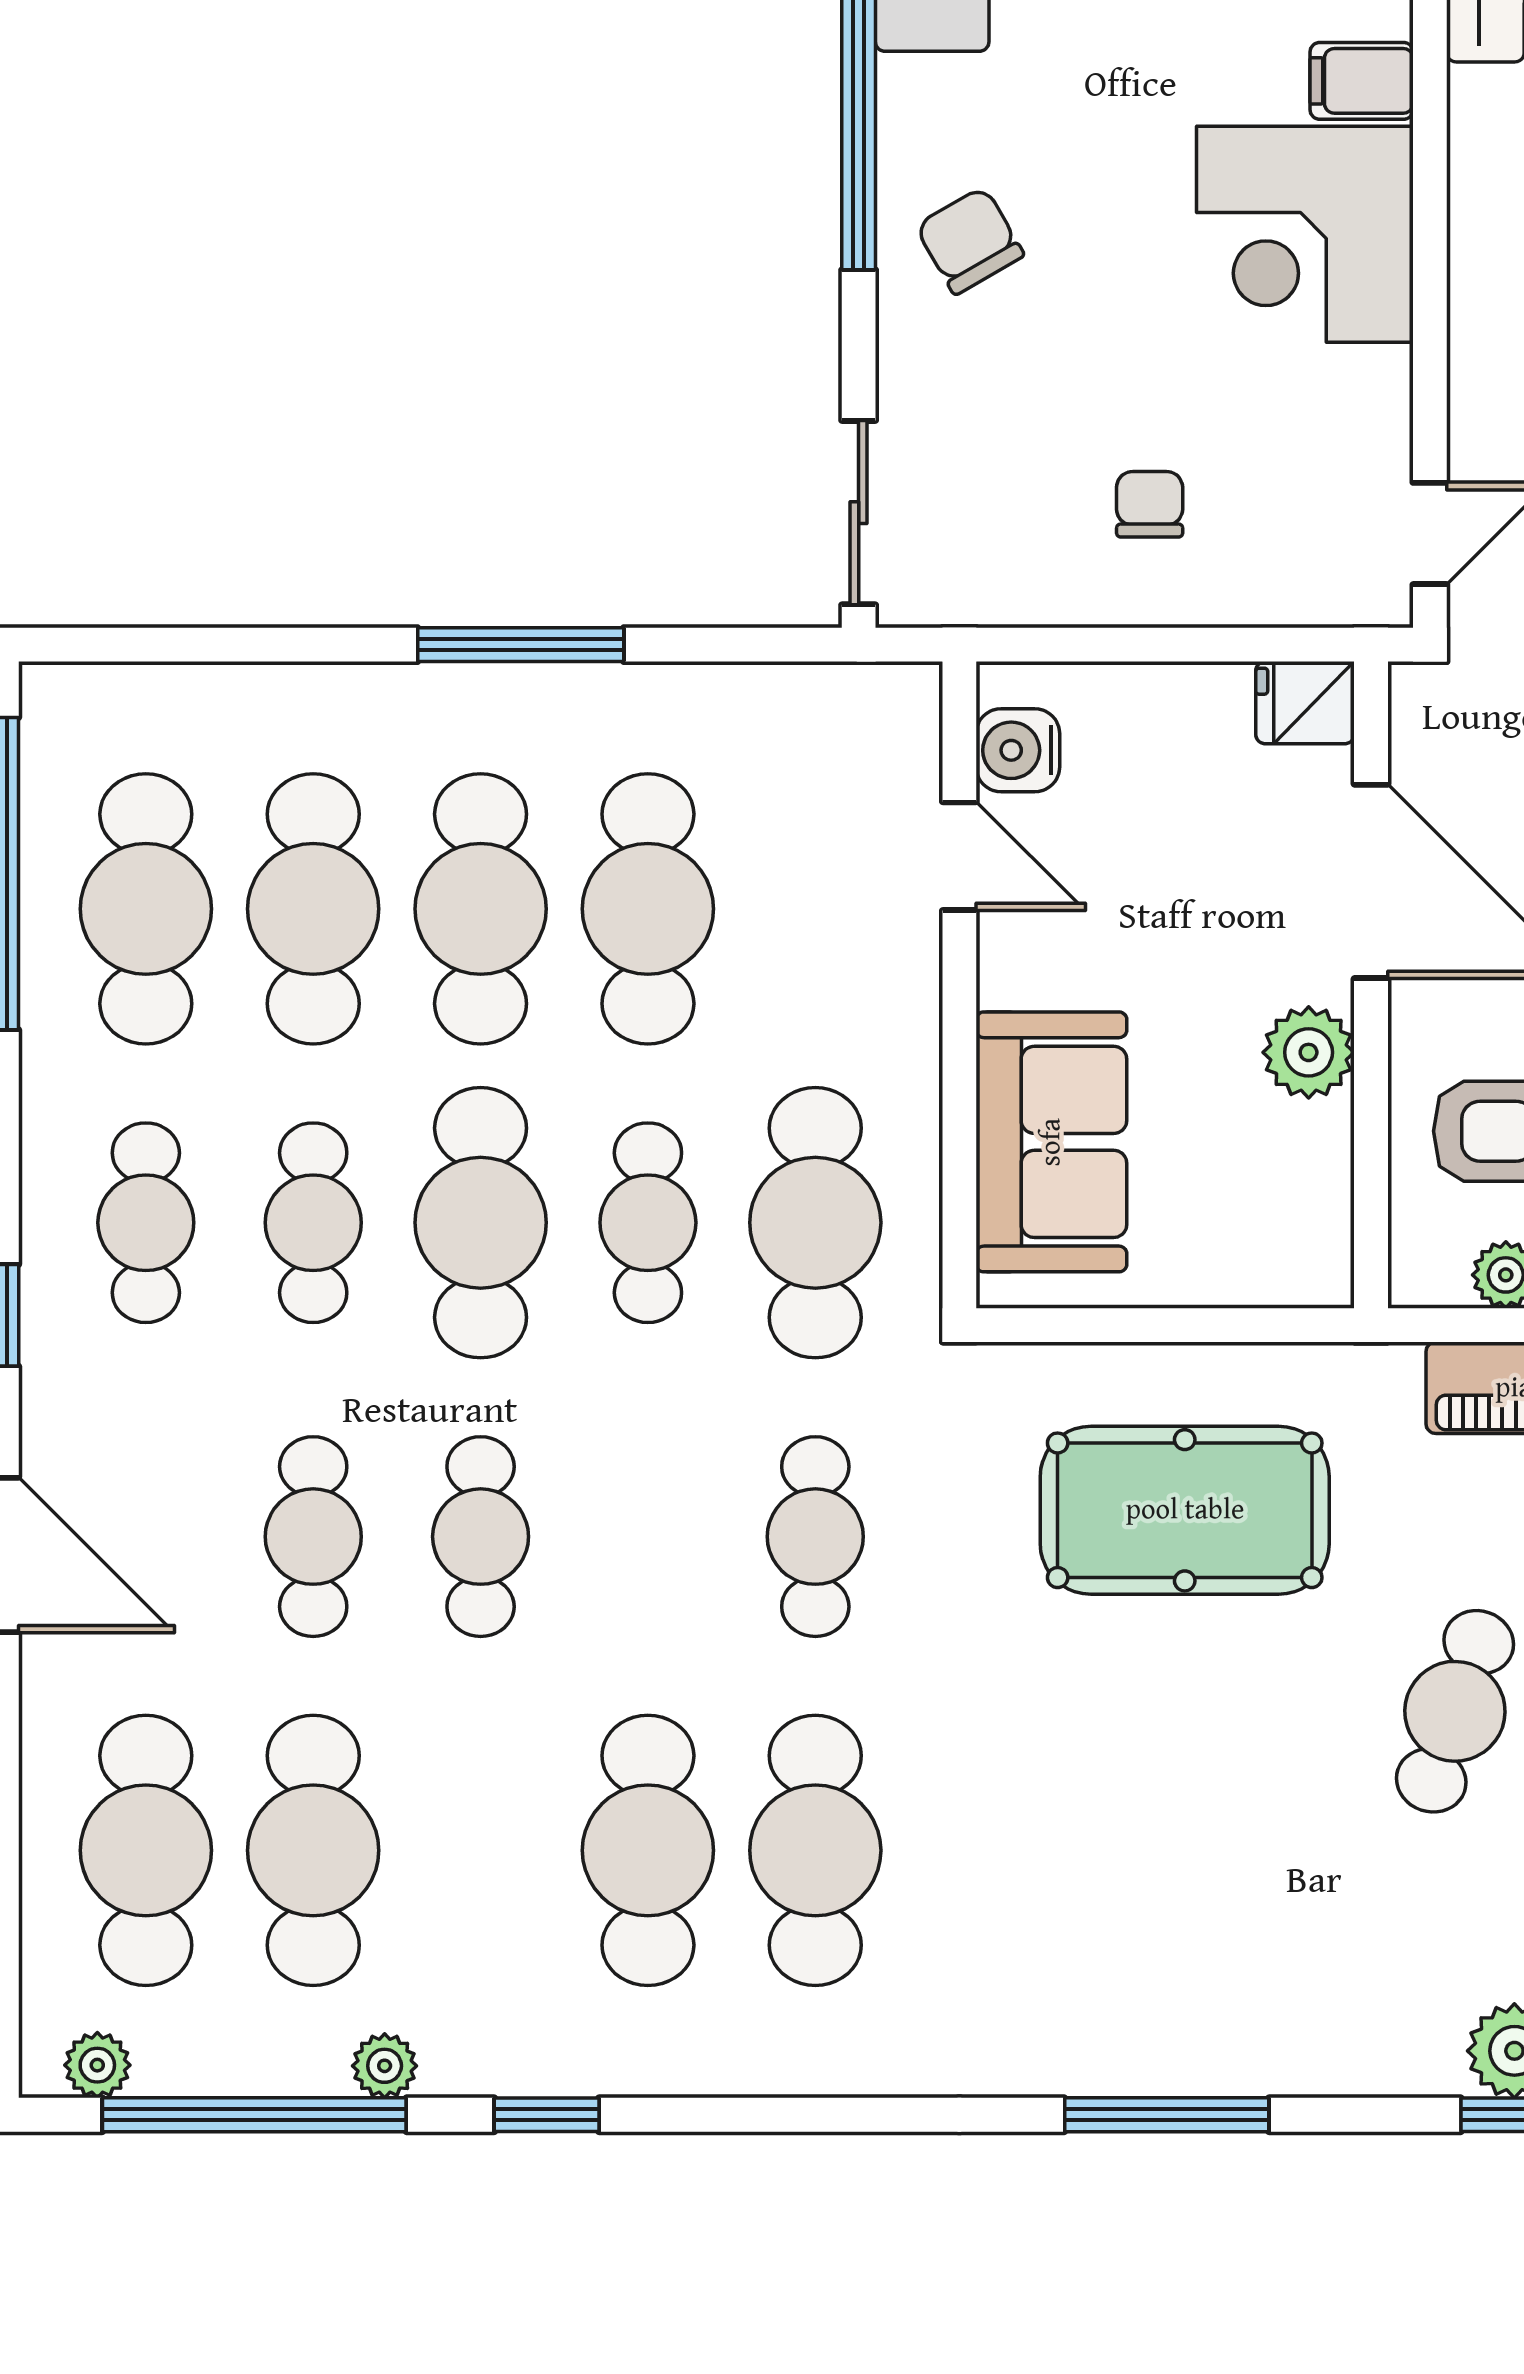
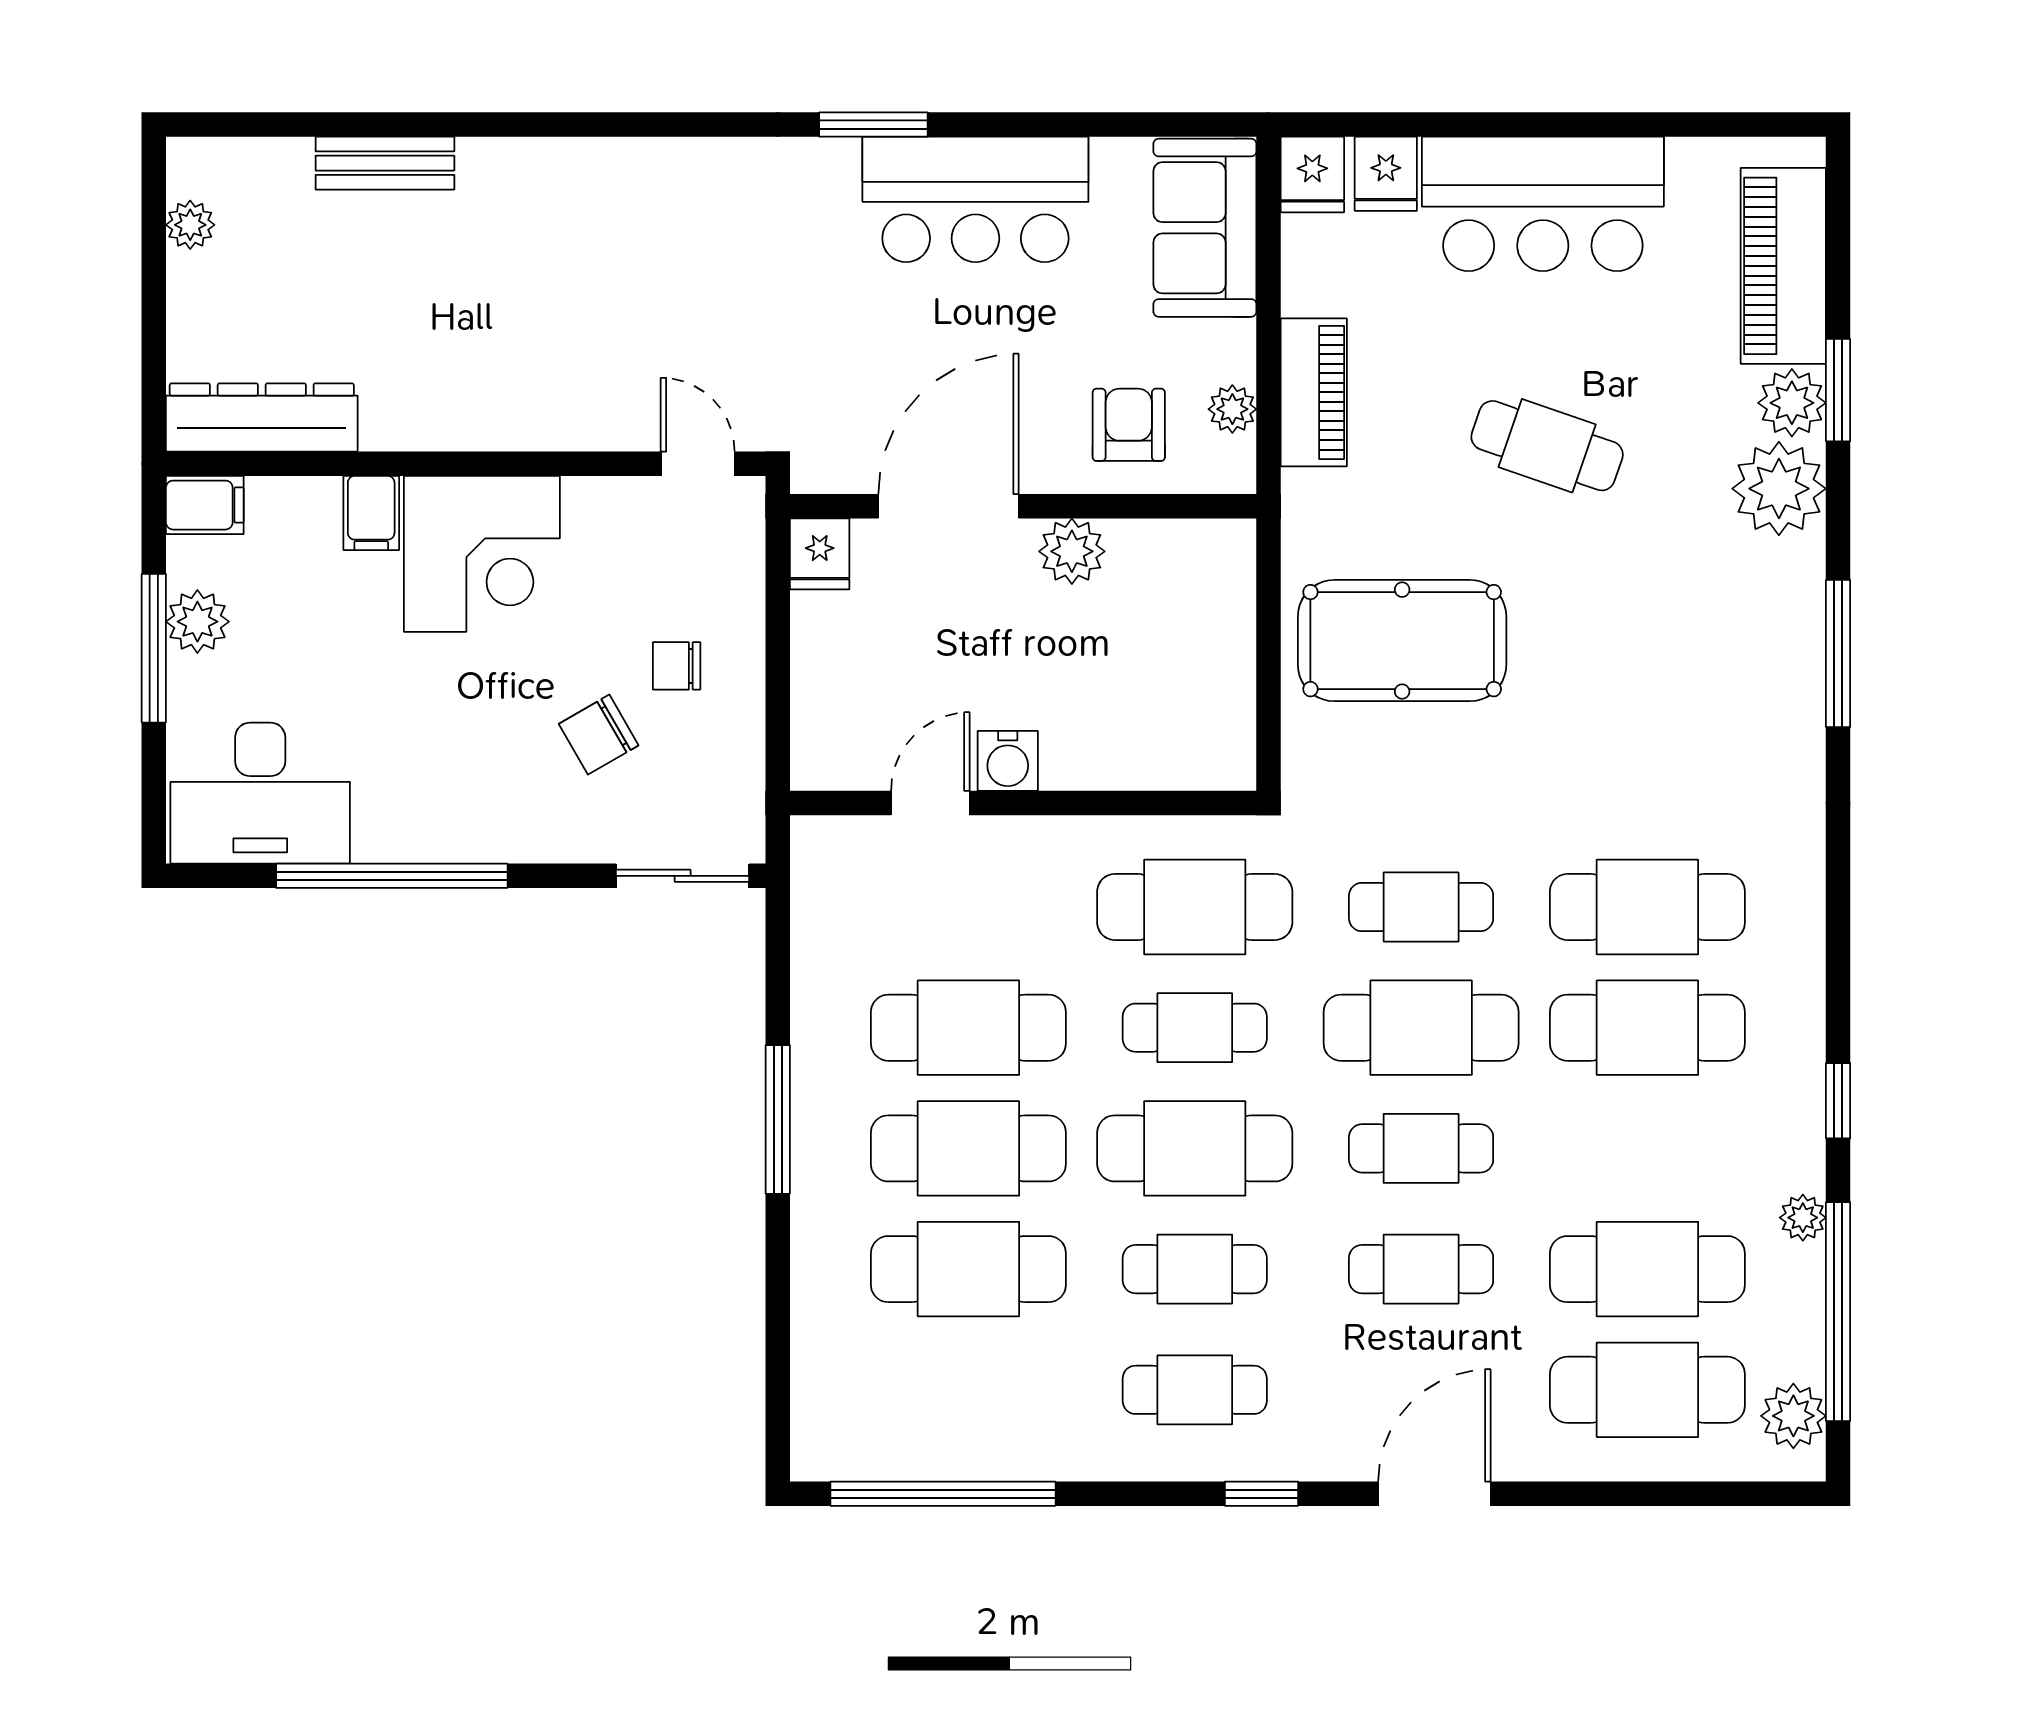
chair: (970, 241) -> (599, 735), moved
water cooler: (1018, 750) -> (1008, 761), moved
cafe table: (146, 909) -> (1421, 1028), moved
sofa: (1051, 1142) -> (1136, 737), removed
pool table: (1185, 1510) -> (1402, 641), turned 90
plant: (1396, 2033) -> (1779, 489), added
plant: (97, 2065) -> (1793, 1416), width x1.38, depth x1.38

